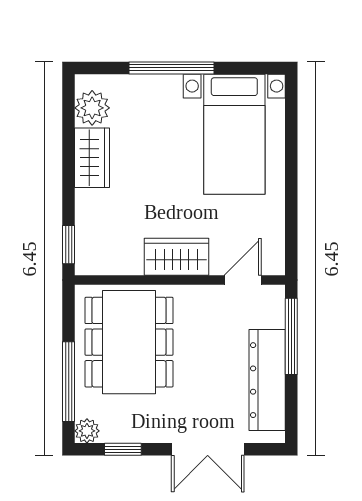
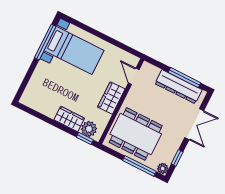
window: (171, 68) -> (45, 42), moved
plant: (92, 108) -> (89, 129), moved
wardrobe: (92, 158) -> (69, 119), moved
window: (291, 336) -> (184, 78), moved

